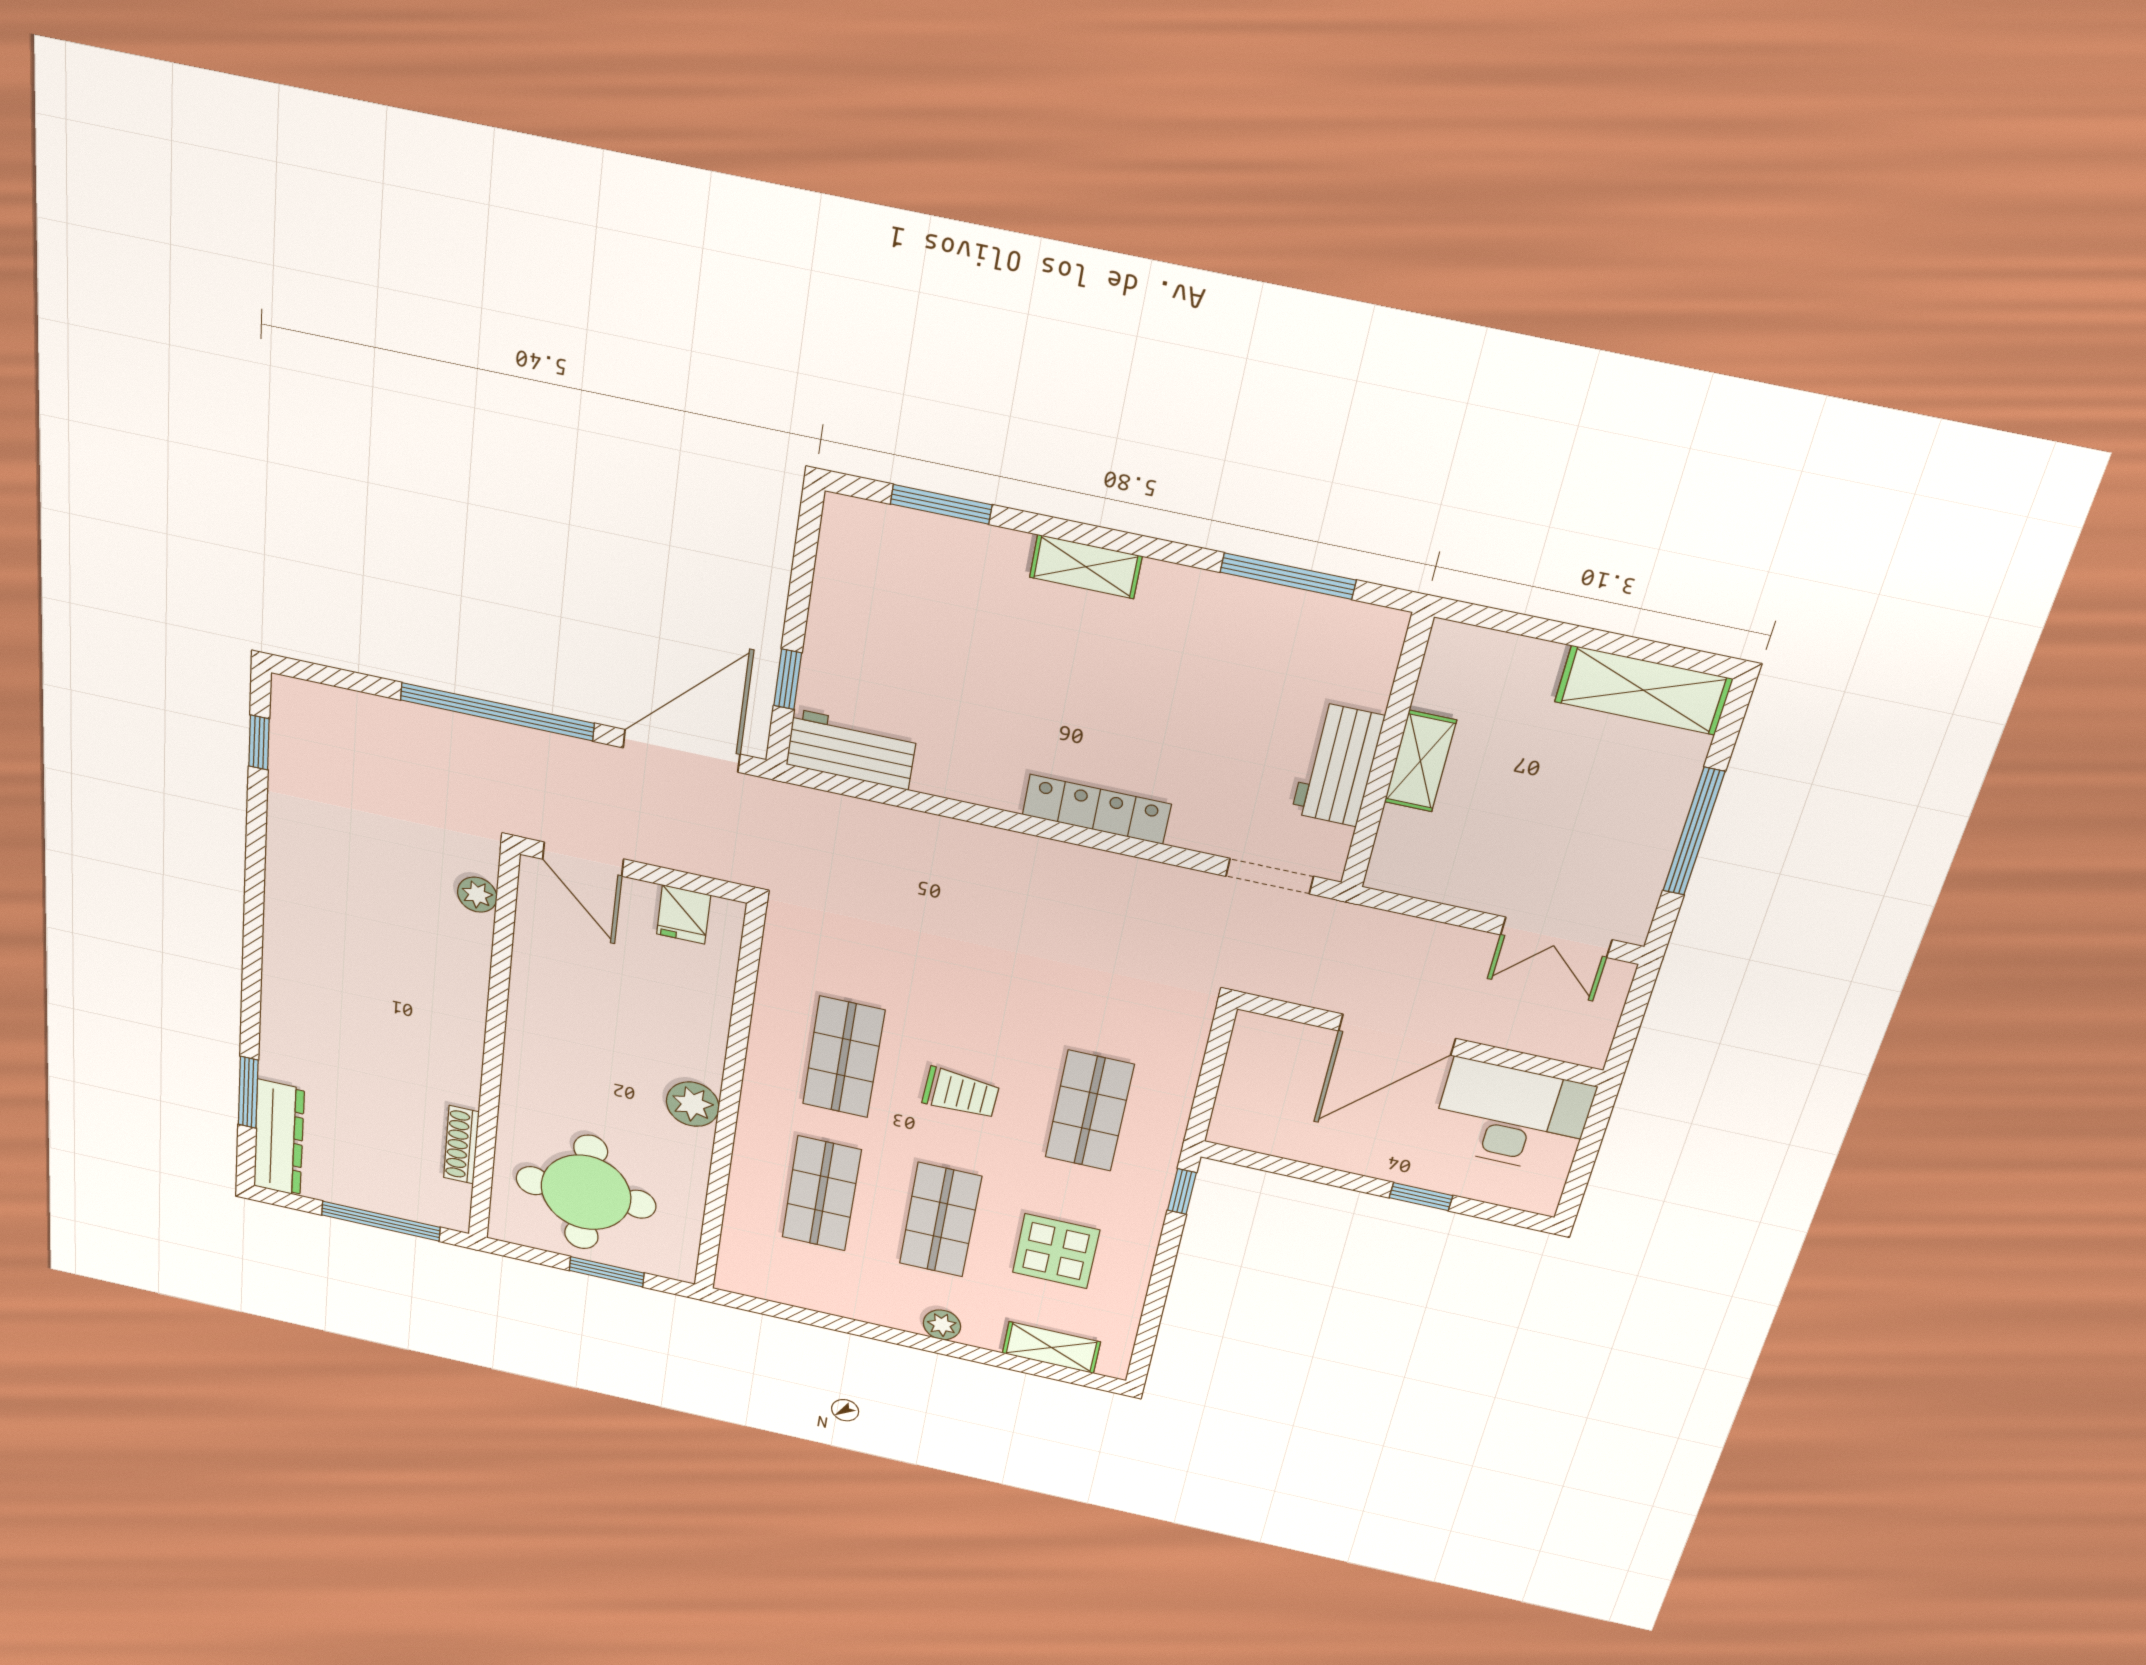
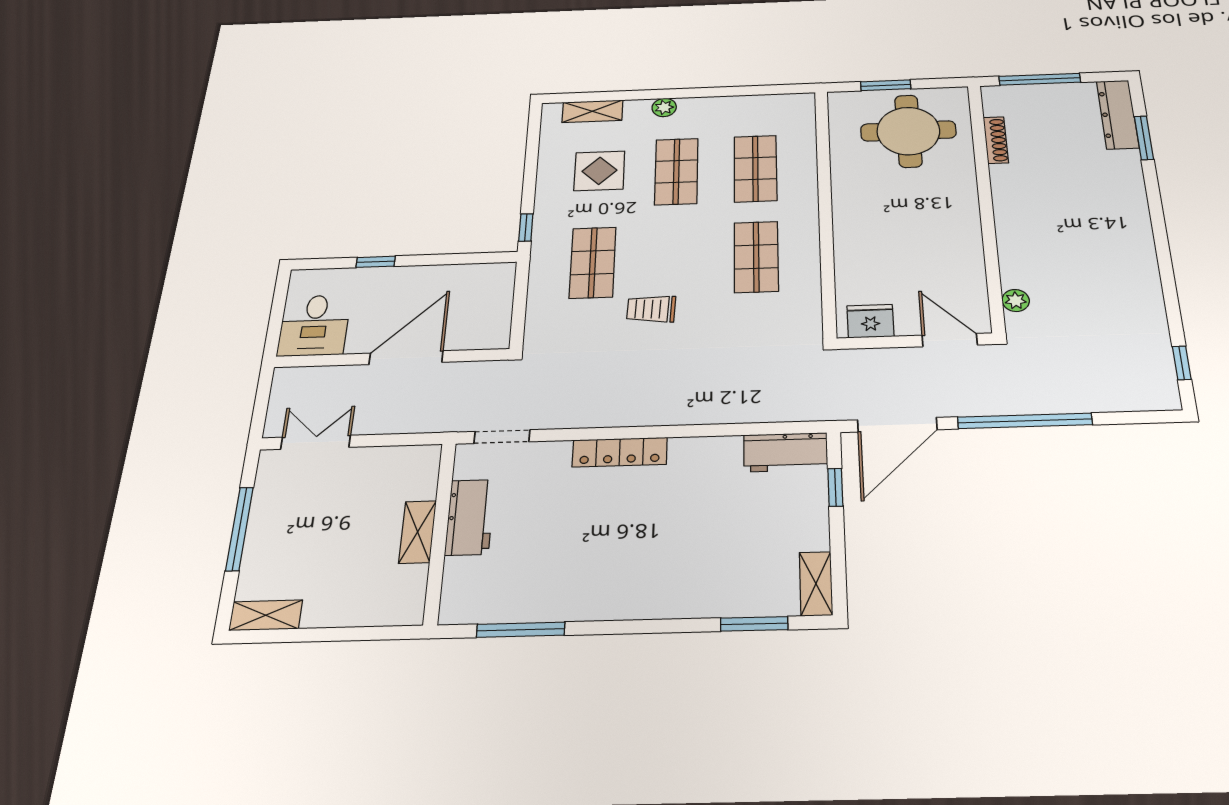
shelving: (1086, 567) -> (816, 584), moved, turned 90
shelving: (1643, 690) -> (266, 615), width x0.67, depth x0.75
fridge: (684, 915) -> (870, 321), width x1.38
trolley: (961, 1093) -> (651, 309), moved
plant: (693, 1104) -> (849, 203), removed
desk: (1512, 1117) -> (314, 325), width x0.73

